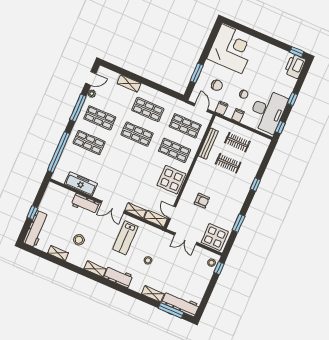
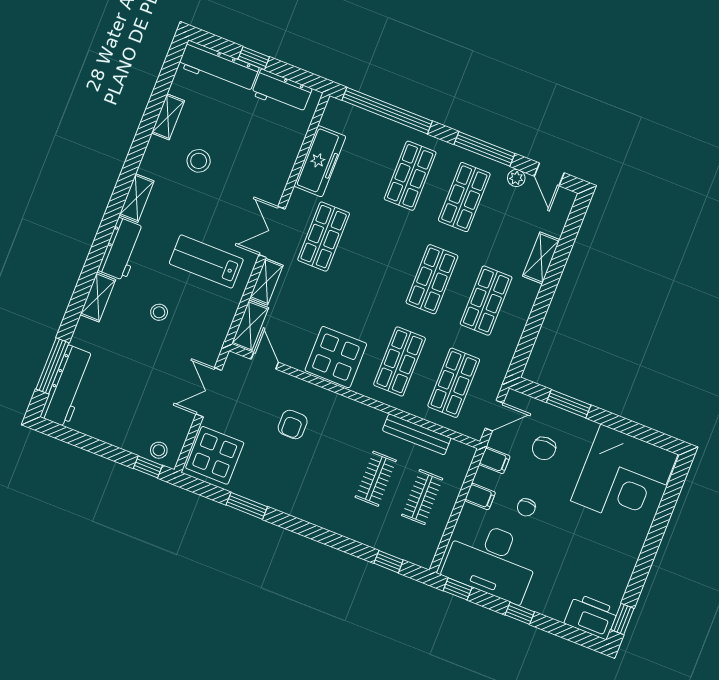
shop shelf: (116, 183) -> (324, 237), added
window: (255, 185) -> (389, 562), moved
workbench: (85, 204) -> (282, 92), moved, turned -90
door: (172, 212) -> (265, 361), hinge flipped
shelving: (153, 294) -> (98, 297), moved

